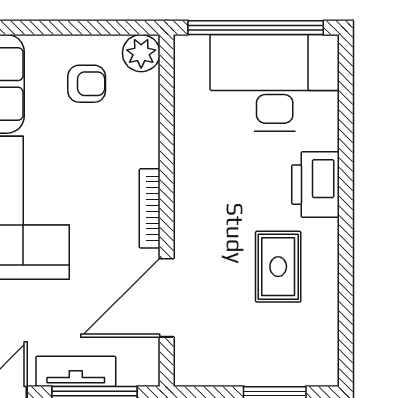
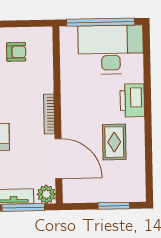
plant: (141, 53) -> (46, 194), moved
door: (167, 298) -> (58, 159), swing flipped

